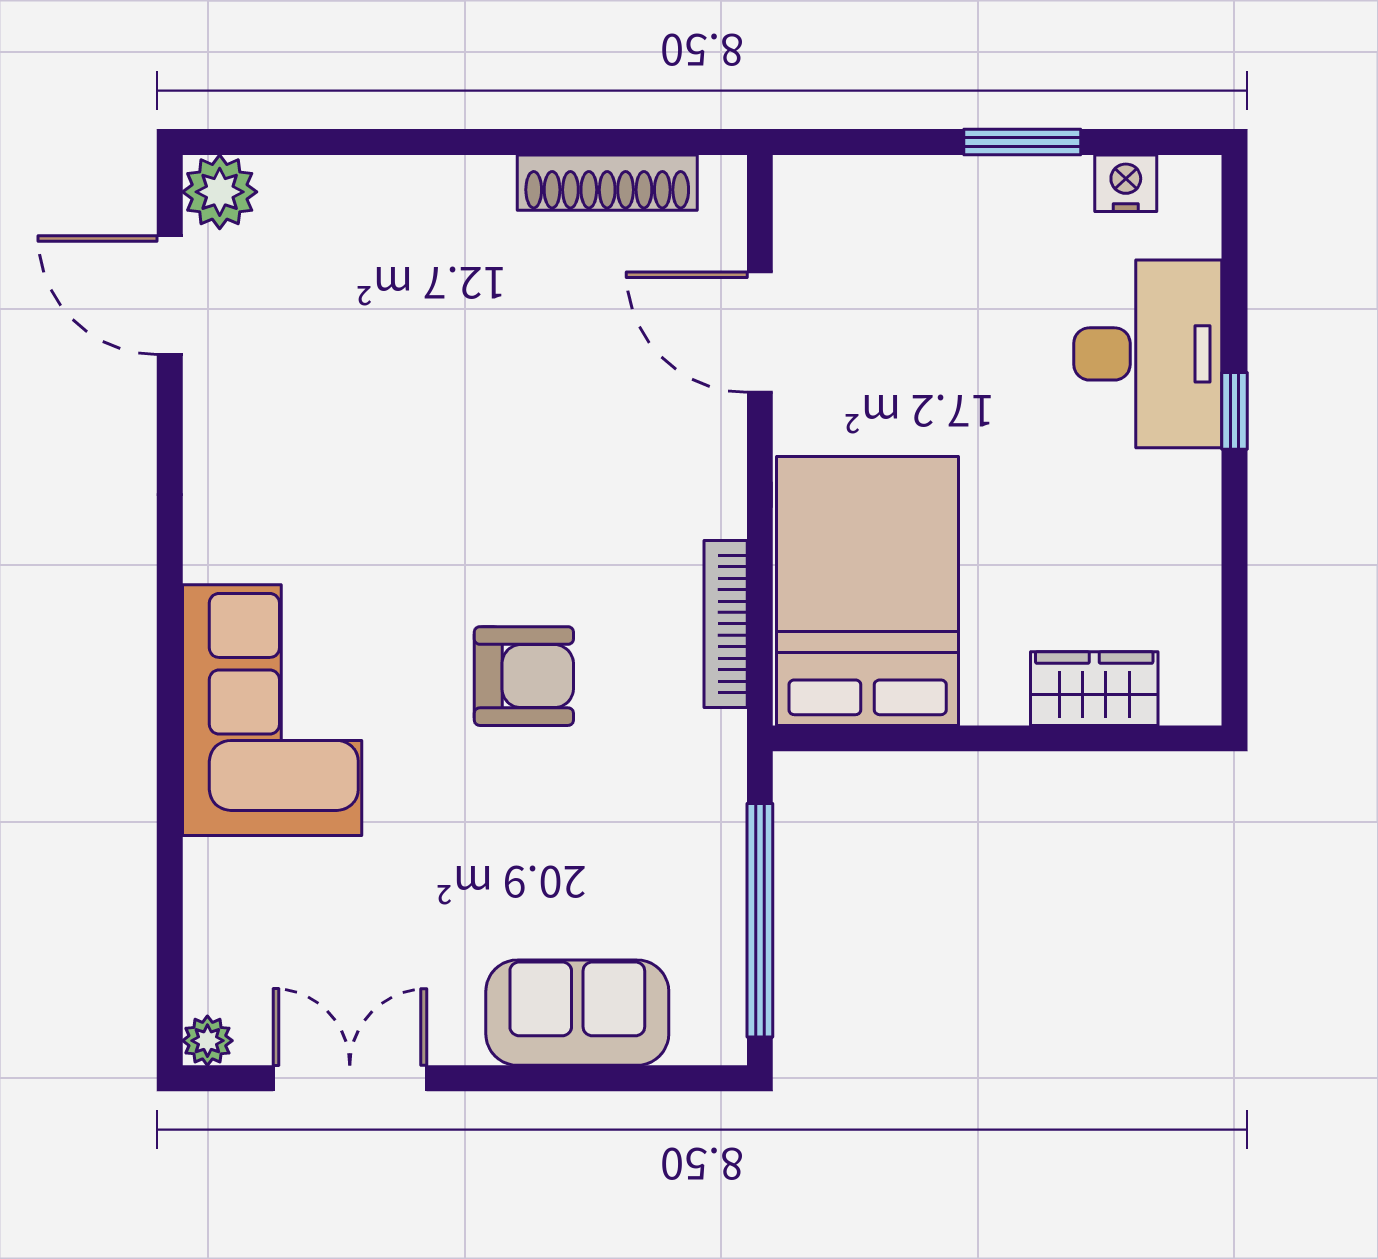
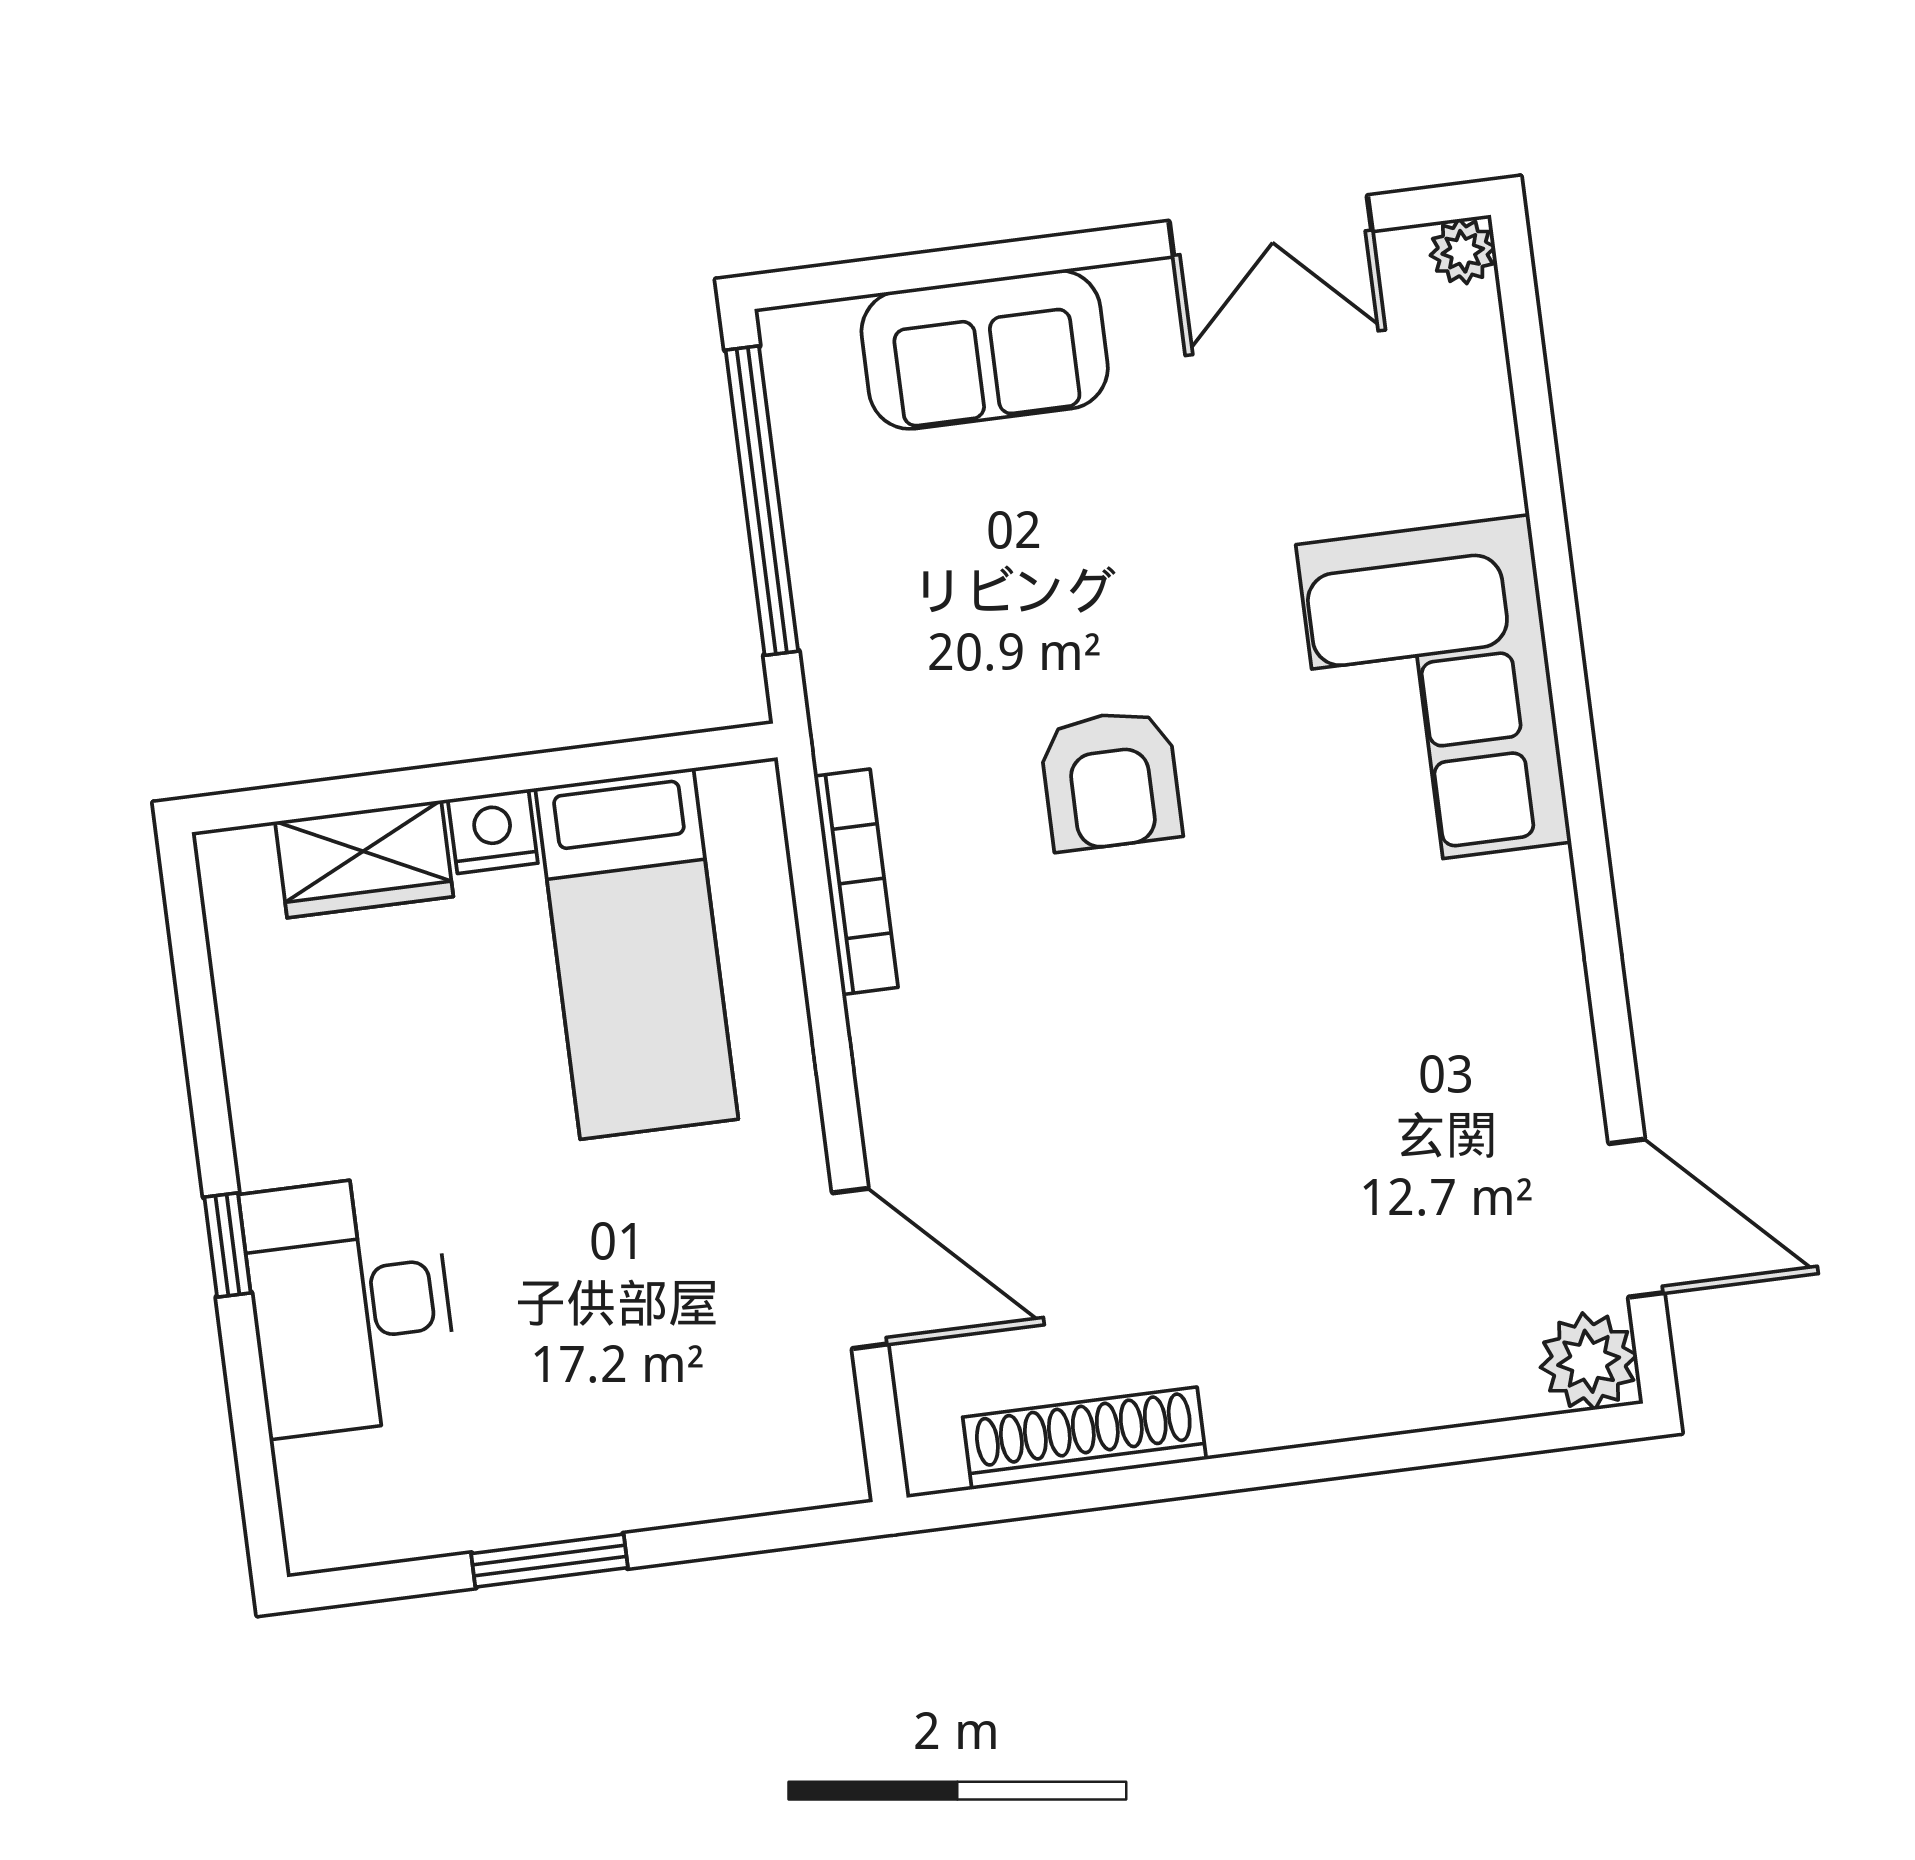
nightstand: (1126, 183) -> (493, 831), moved, turned 180
bed: (868, 591) -> (637, 954), width x0.67
armchair: (524, 676) -> (1111, 780), turned -90

